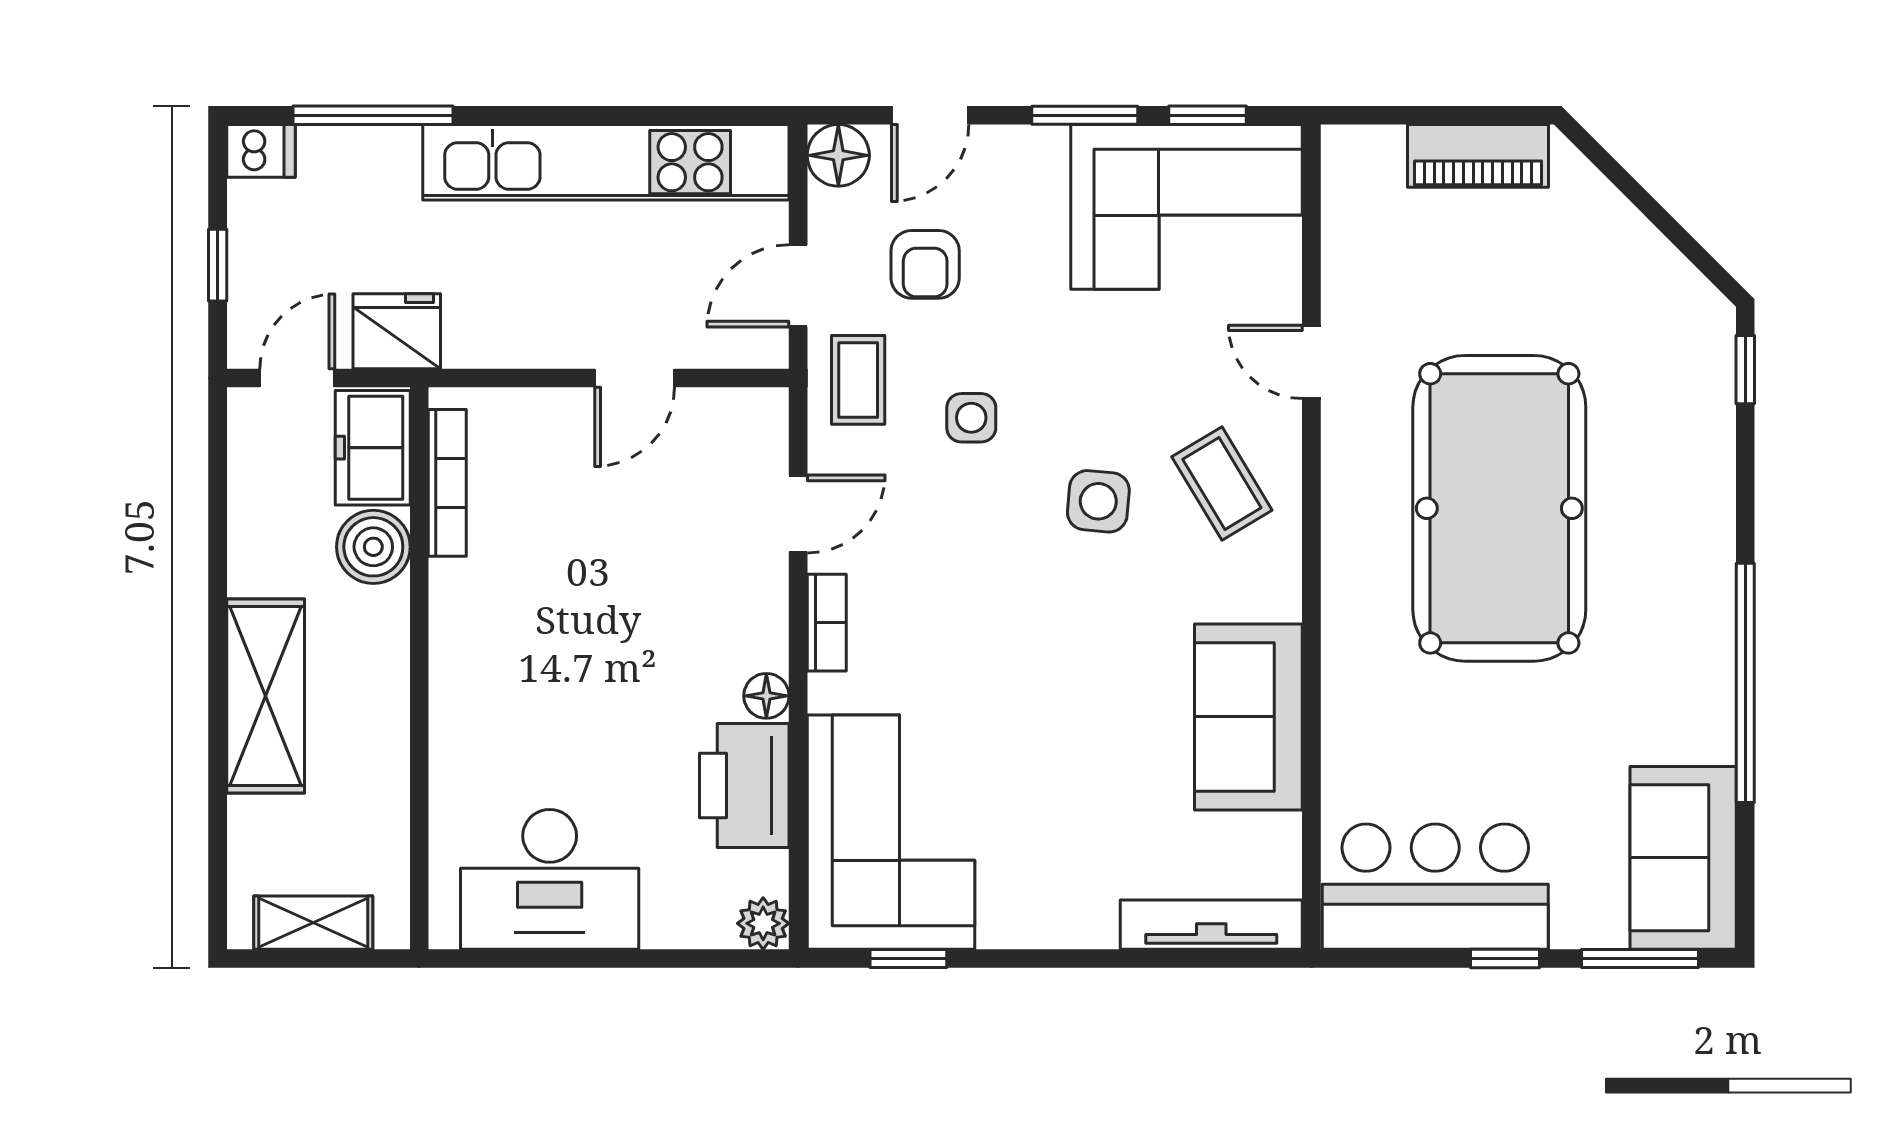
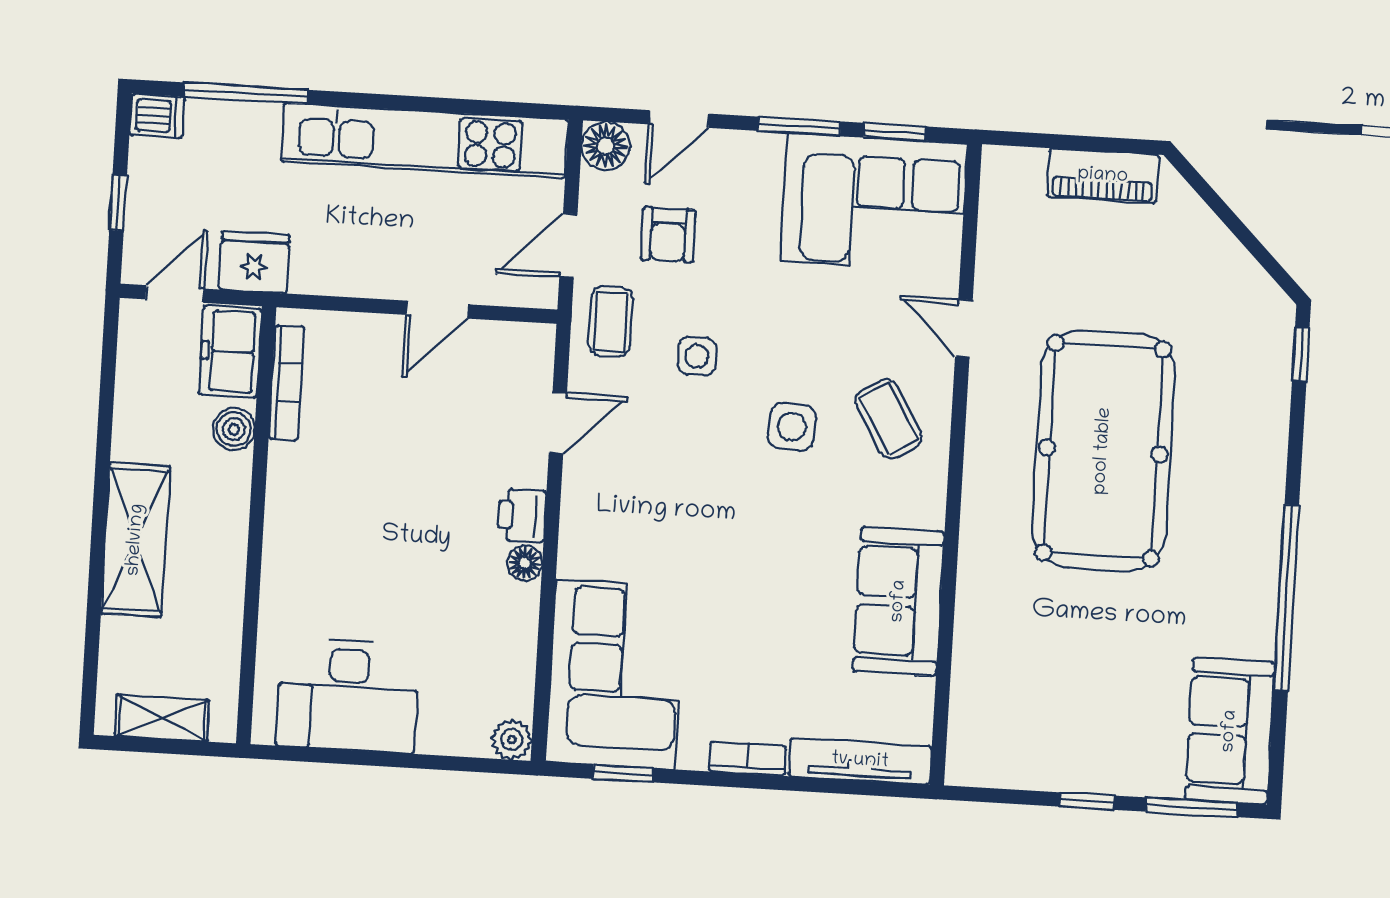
boiler: (373, 547) -> (234, 429), width x0.73, depth x0.73
bookcase: (827, 623) -> (748, 759), moved, turned -90
printer: (744, 785) -> (522, 515), moved, width x0.53, depth x0.68
bar counter: (1435, 887) -> (1036, 742), removed

